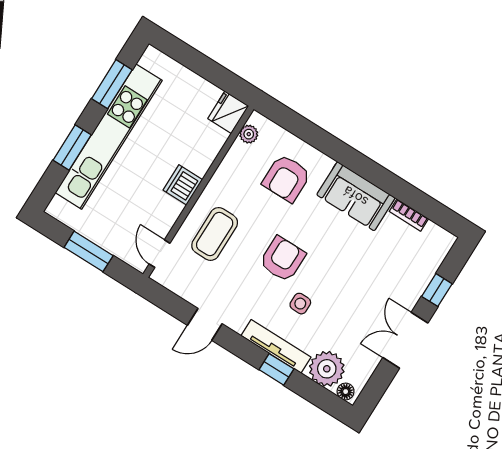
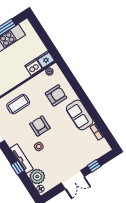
armchair: (286, 178) -> (56, 95), turned 180
dishwasher: (183, 185) -> (33, 67), moved
armchair: (282, 259) -> (40, 126), turned -90
double door: (405, 340) -> (73, 180), swing flipped

